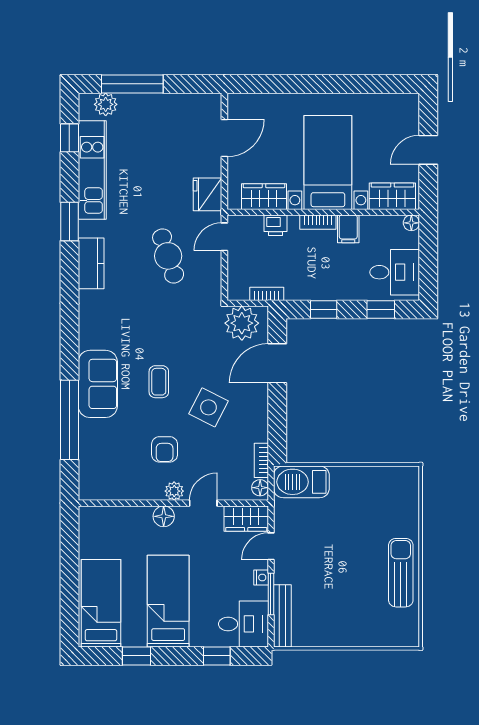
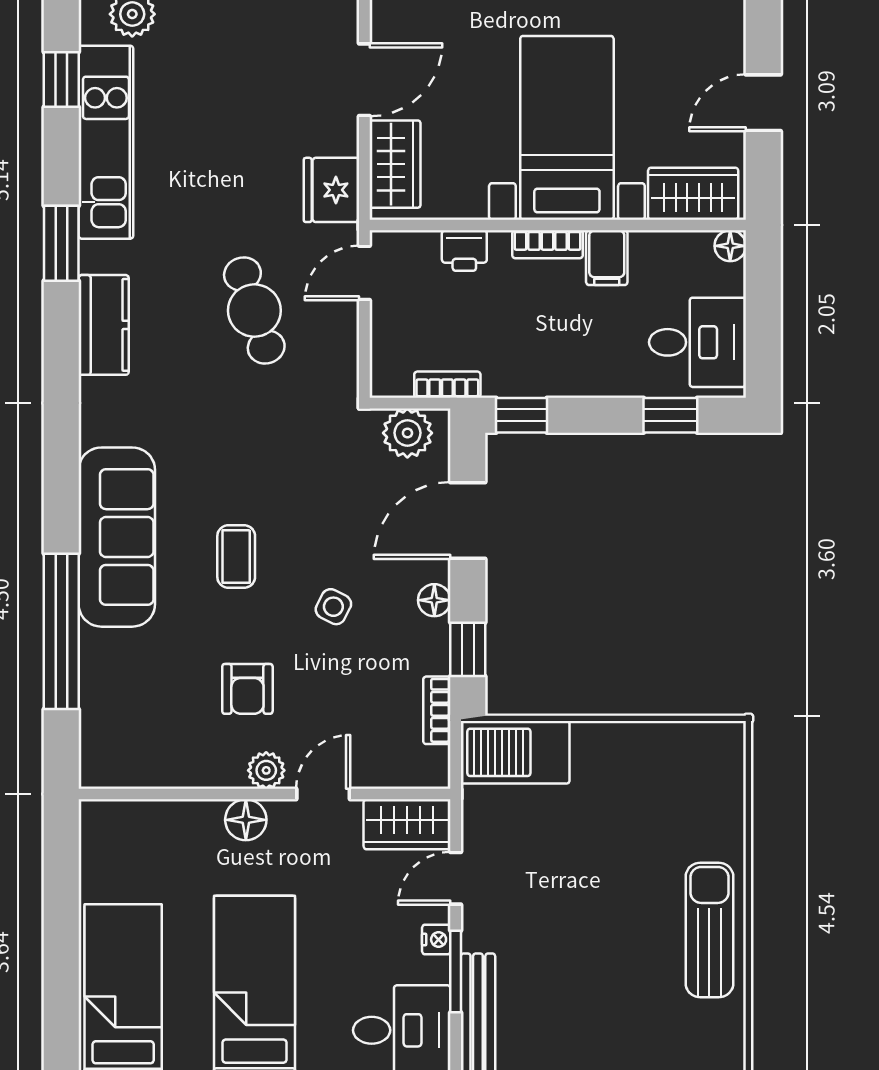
wardrobe: (264, 197) -> (395, 164), moved, turned 90
window: (324, 309) -> (521, 415), moved
plant: (242, 323) -> (407, 433), width x0.73, depth x0.73
sofa: (98, 384) -> (117, 537), width x1.36
side table: (208, 407) -> (333, 607), width x0.54, depth x0.54
window: (277, 429) -> (468, 649), added
floor lamp: (260, 488) -> (434, 600), moved

